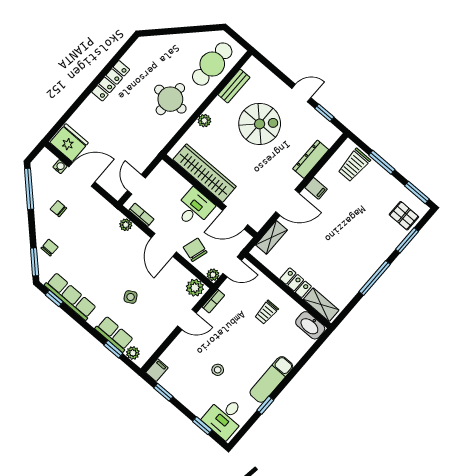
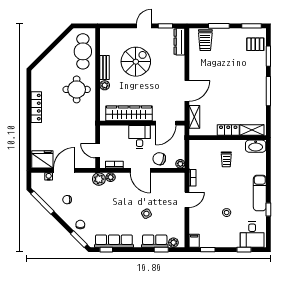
bench: (234, 86) -> (105, 68), moved
dresser: (311, 159) -> (179, 42), moved
filing cabinet: (316, 188) -> (196, 70), removed
door: (232, 267) -> (187, 151), removed
plant: (195, 288) -> (99, 179), moved

